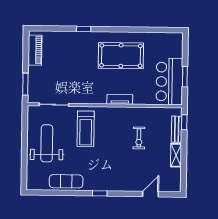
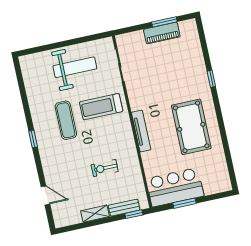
piano: (35, 50) -> (162, 33), moved
window: (25, 84) -> (164, 22), moved
tv unit: (120, 99) -> (141, 131), width x1.41
exercise mat: (66, 181) -> (66, 120), moved

